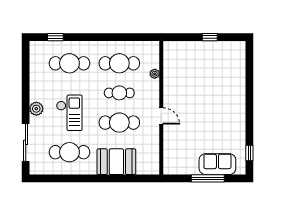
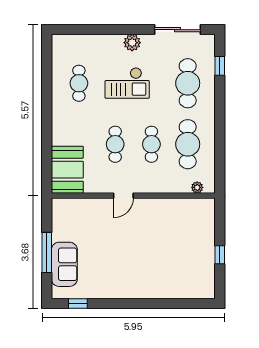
plant: (155, 74) -> (197, 187), moved
cafe table: (119, 123) -> (115, 144), width x0.73, depth x0.74
sliding door: (26, 142) -> (178, 30), moved
cafe table: (69, 152) -> (79, 83), width x0.73, depth x0.74
booth: (116, 162) -> (67, 170), moved

